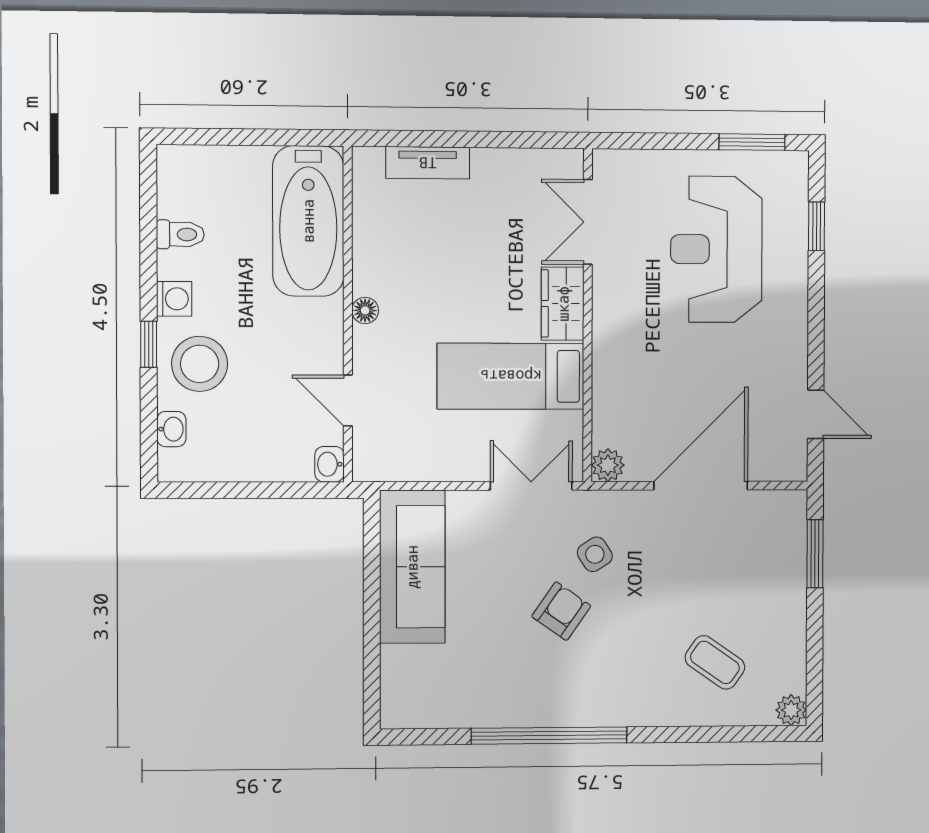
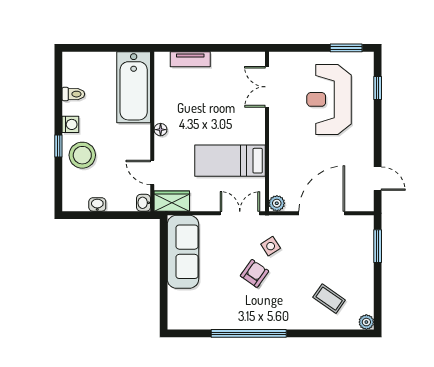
wardrobe: (563, 304) -> (172, 201), moved, turned 90
washbasin: (171, 429) -> (97, 204), moved, turned -90

